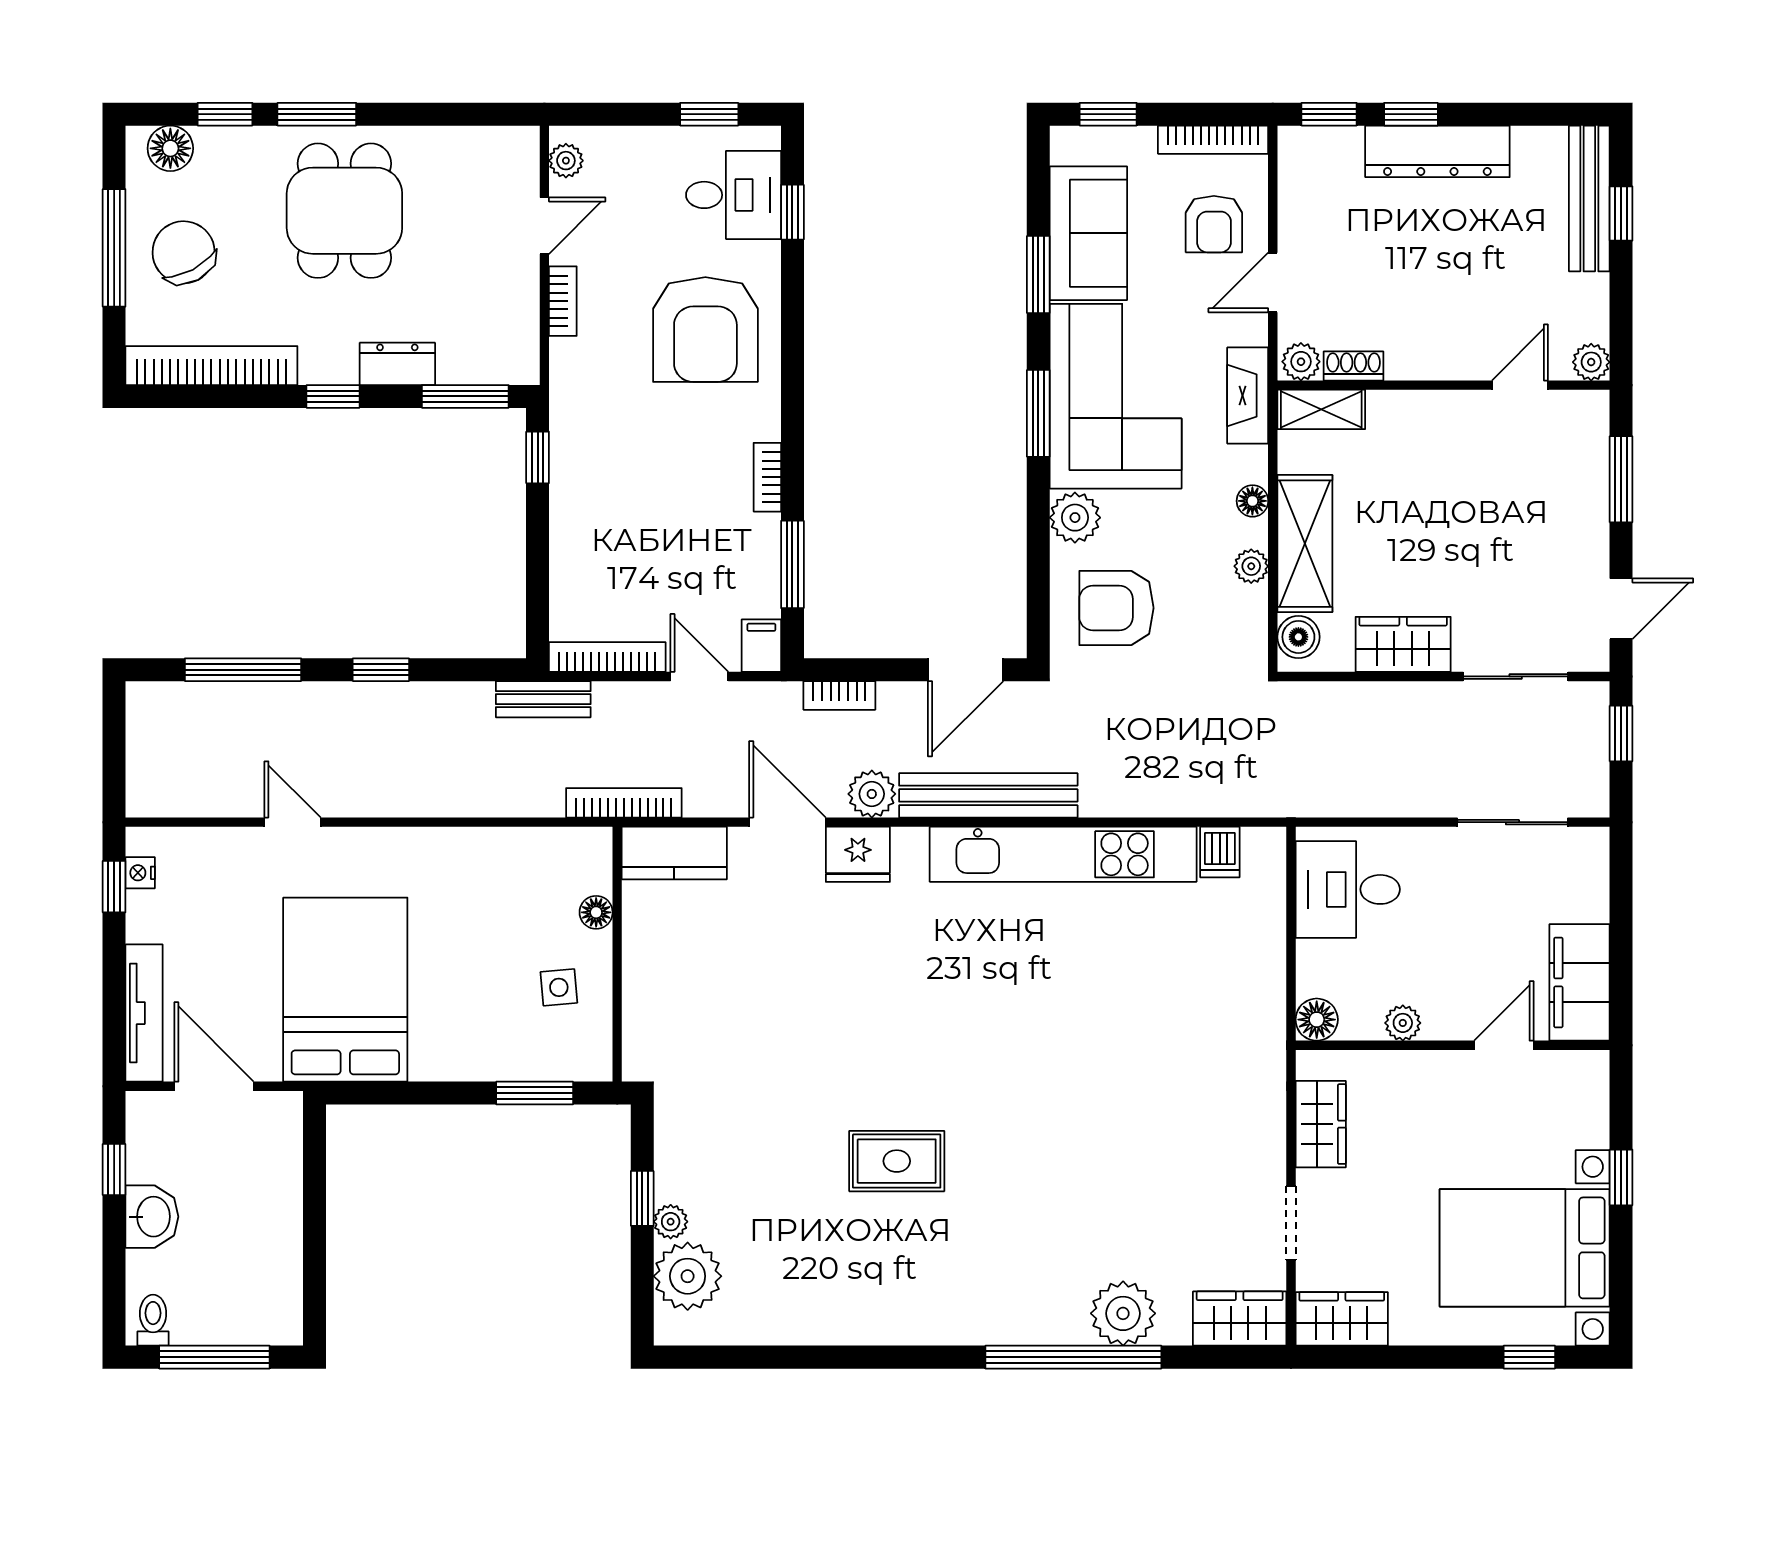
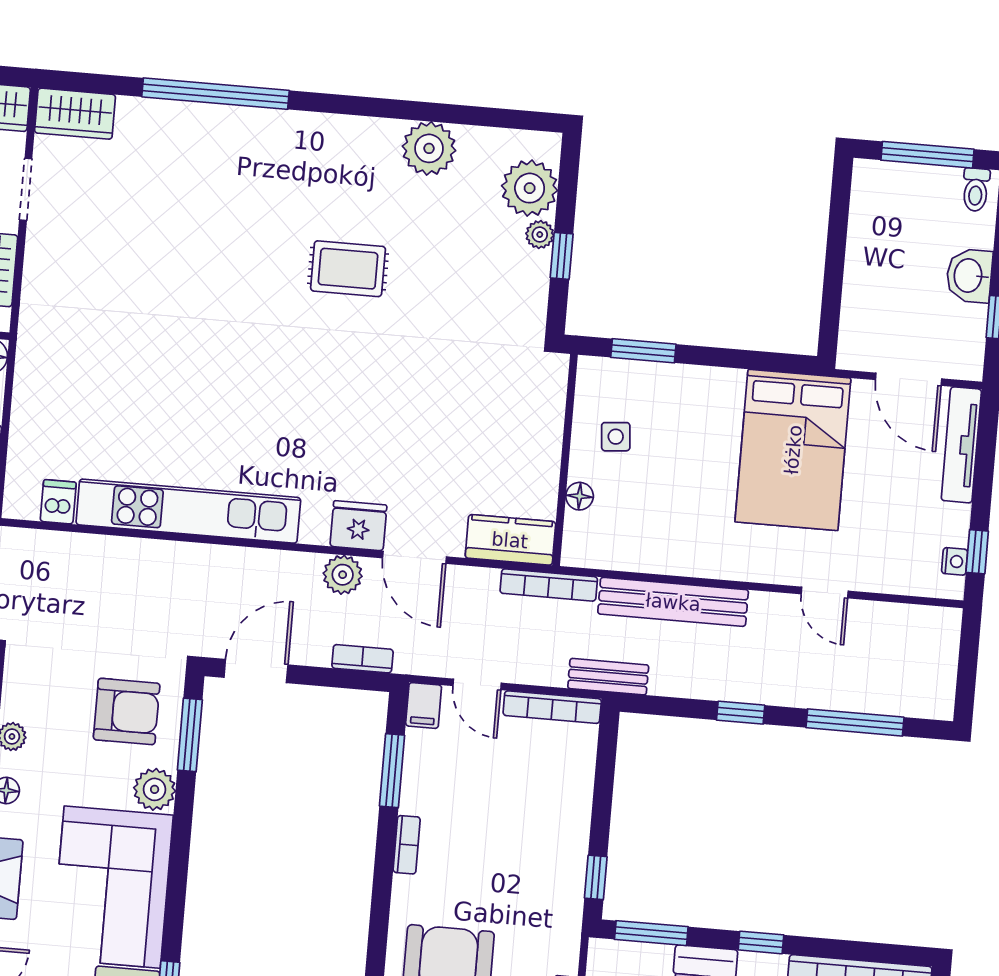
window: (1038, 413) -> (190, 735), moved
bench: (988, 795) -> (673, 602), moved
plant: (1123, 1313) -> (429, 148), moved

